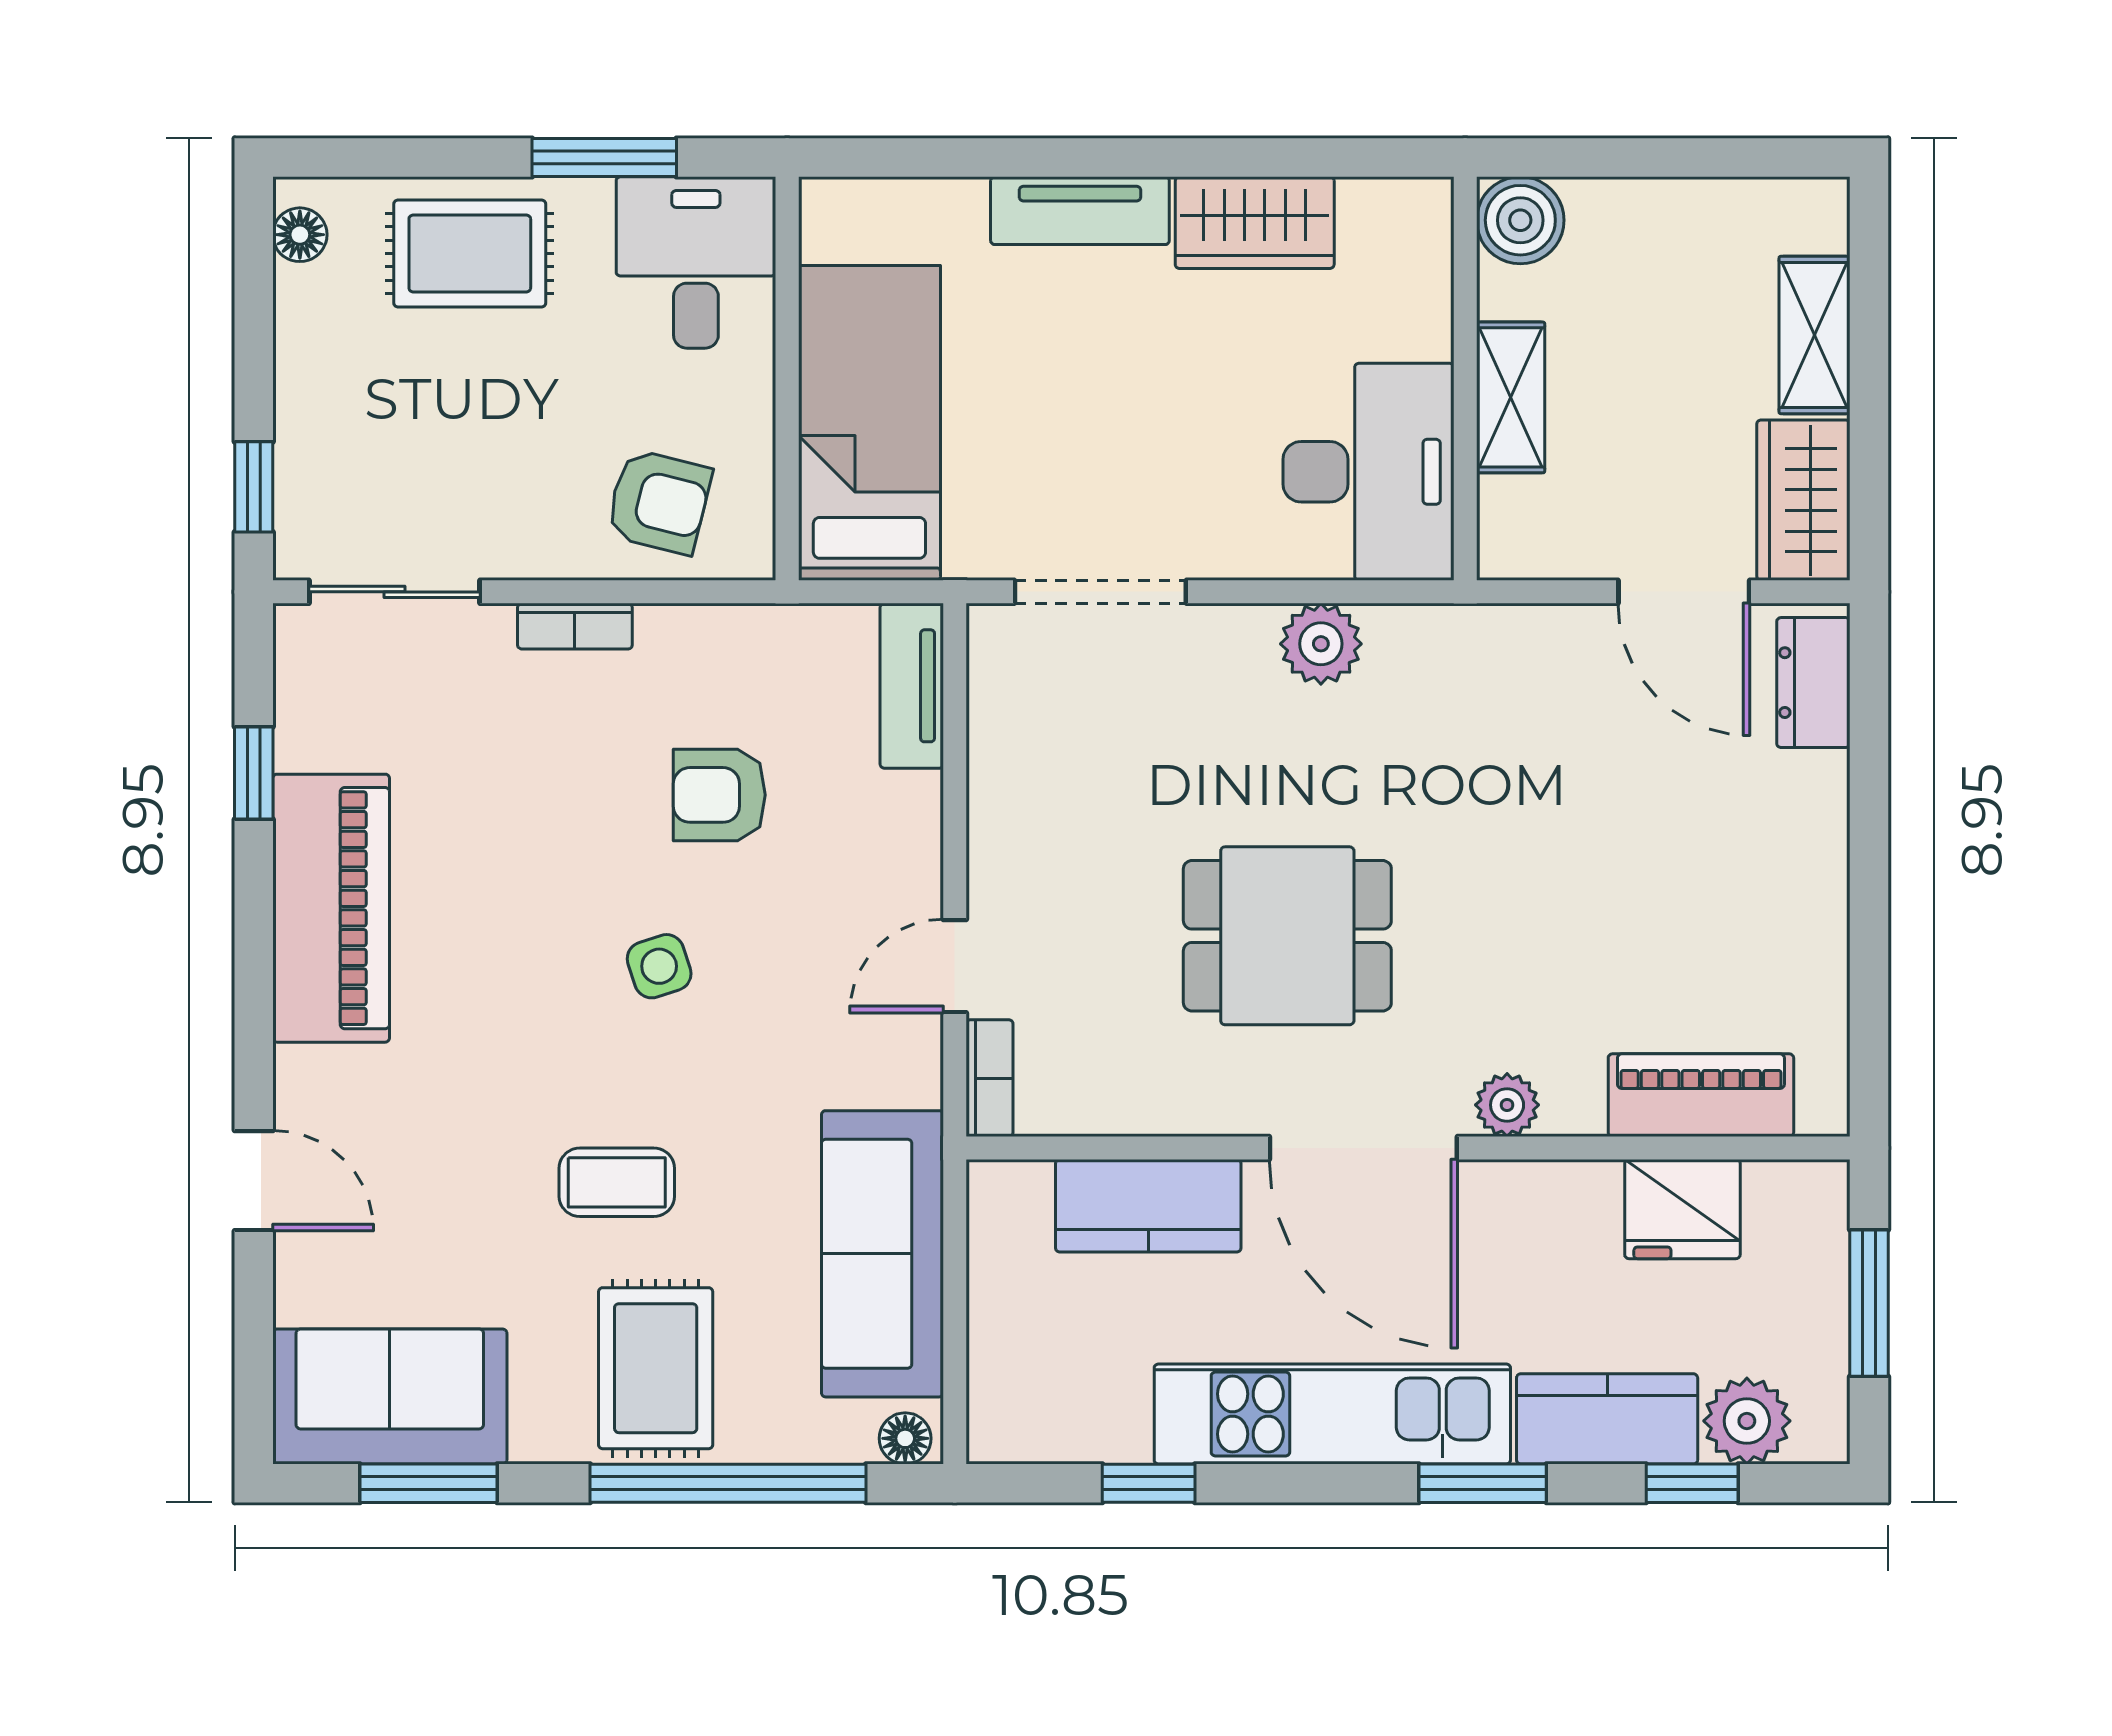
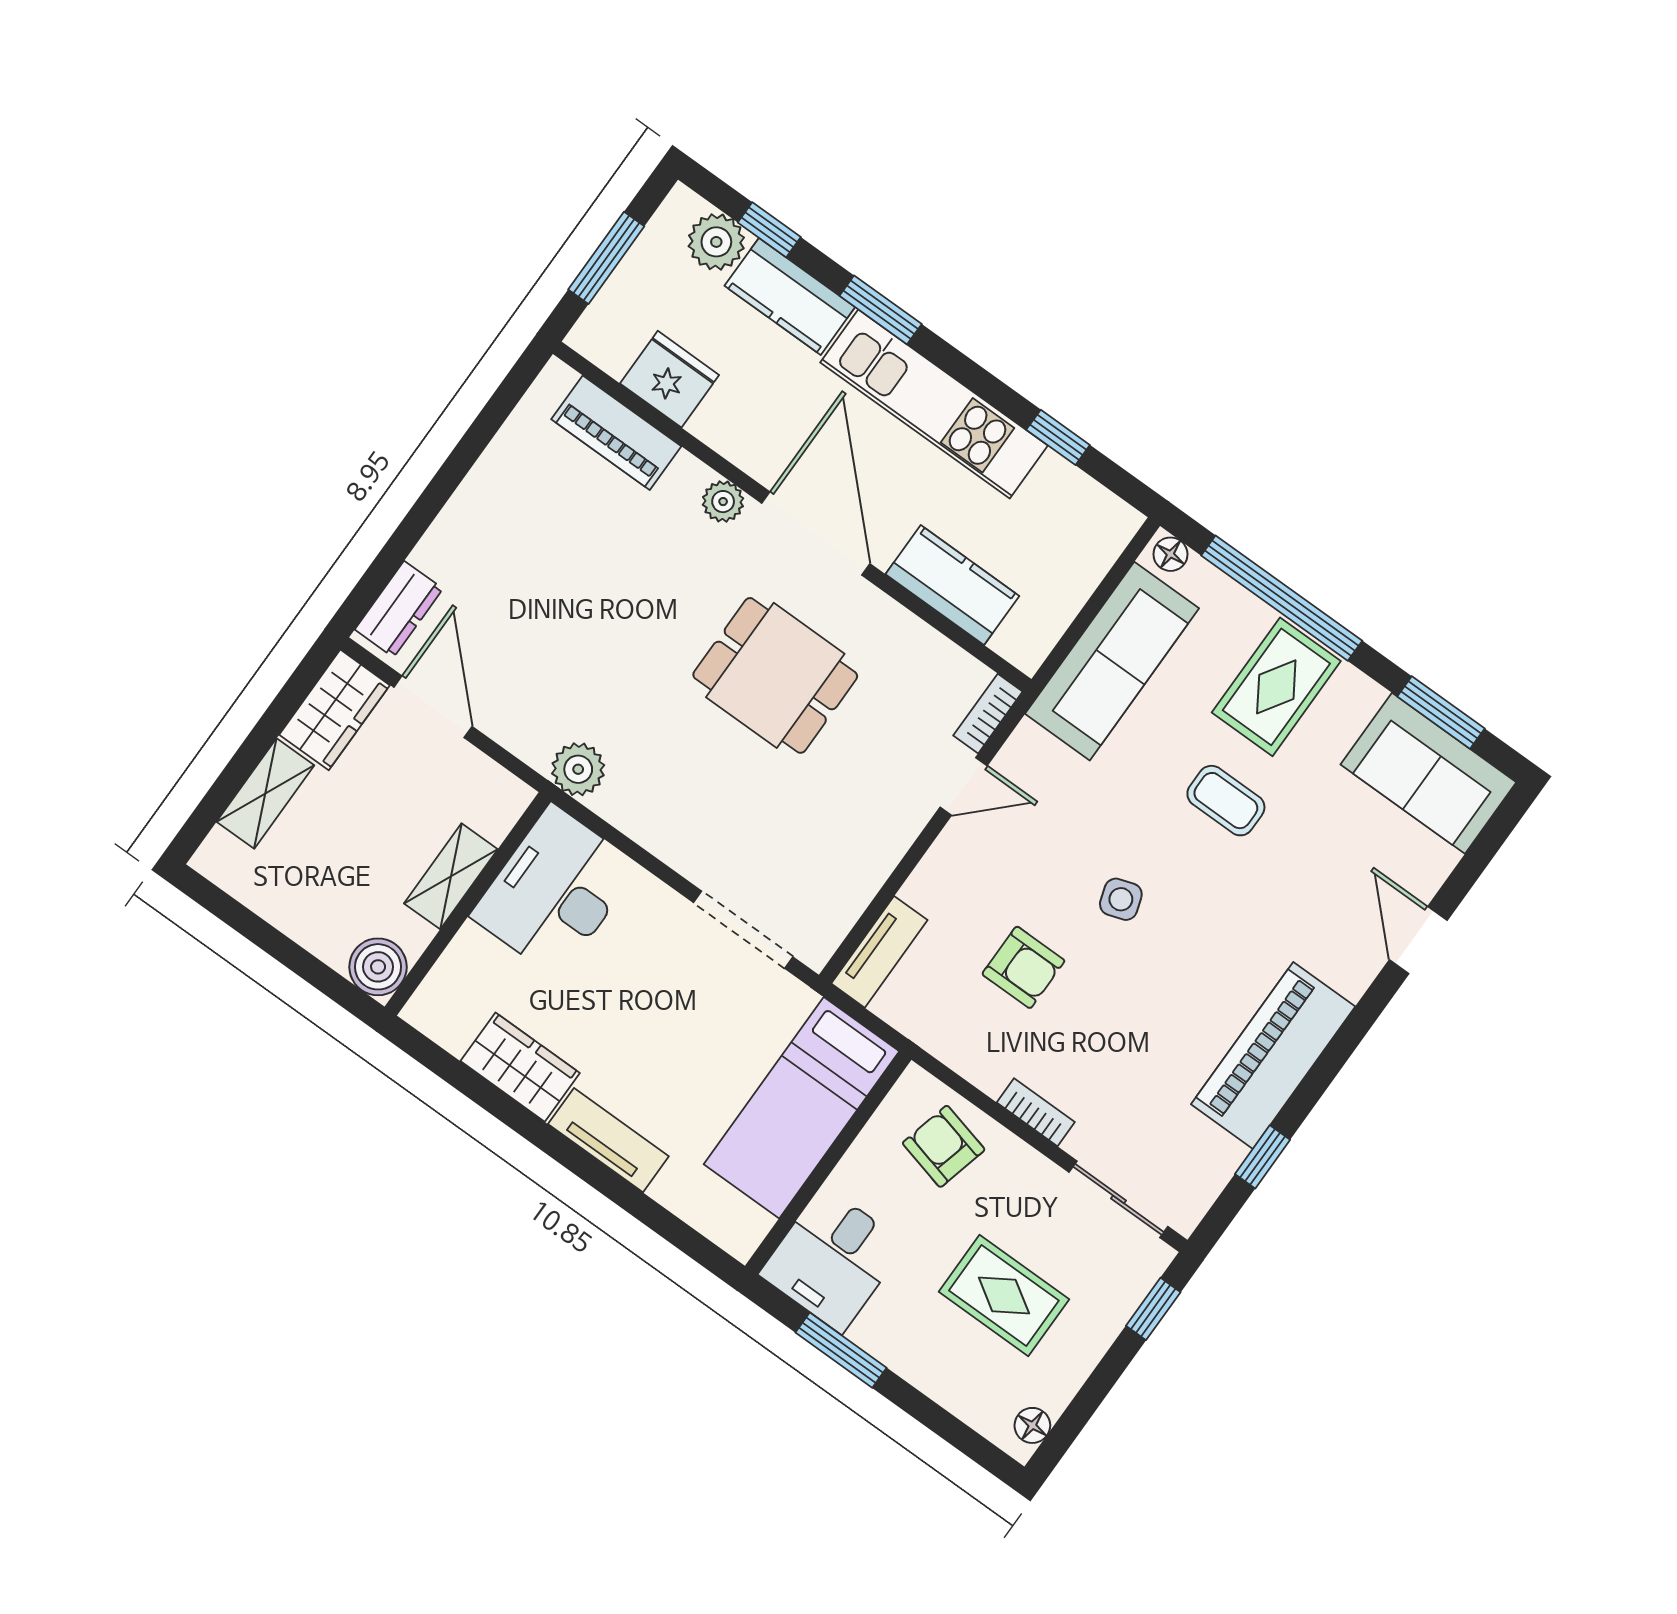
rug: (470, 253) -> (1004, 1296), moved
plant: (1321, 644) -> (578, 769), moved

